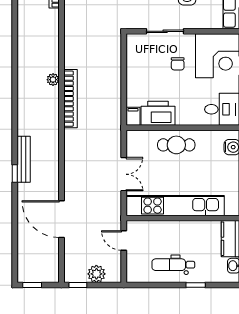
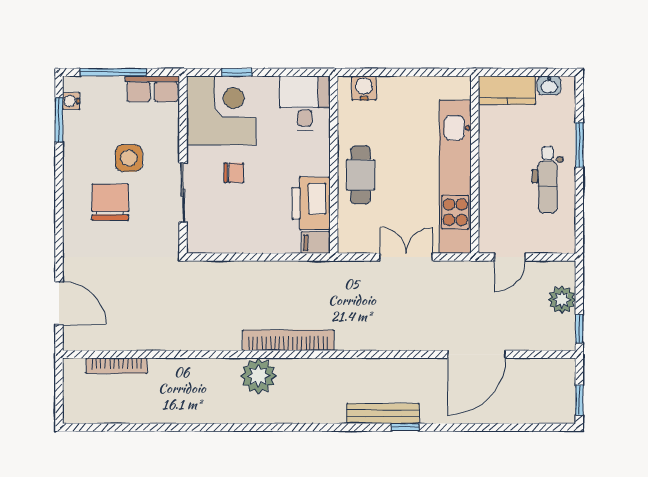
plant: (53, 80) -> (258, 376), width x1.88, depth x1.88
window: (196, 285) -> (579, 145), width x1.50

